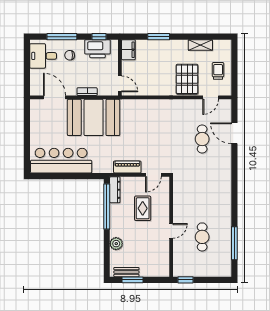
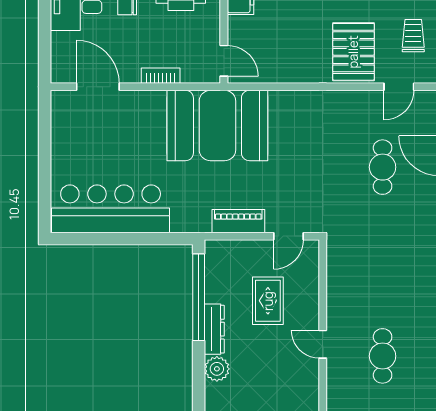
booth: (94, 117) -> (217, 125), moved
dresser: (115, 190) -> (214, 329), moved
door: (171, 231) -> (323, 344), swing flipped

